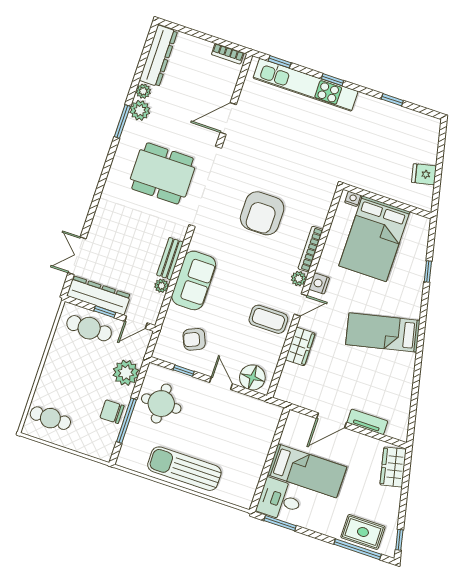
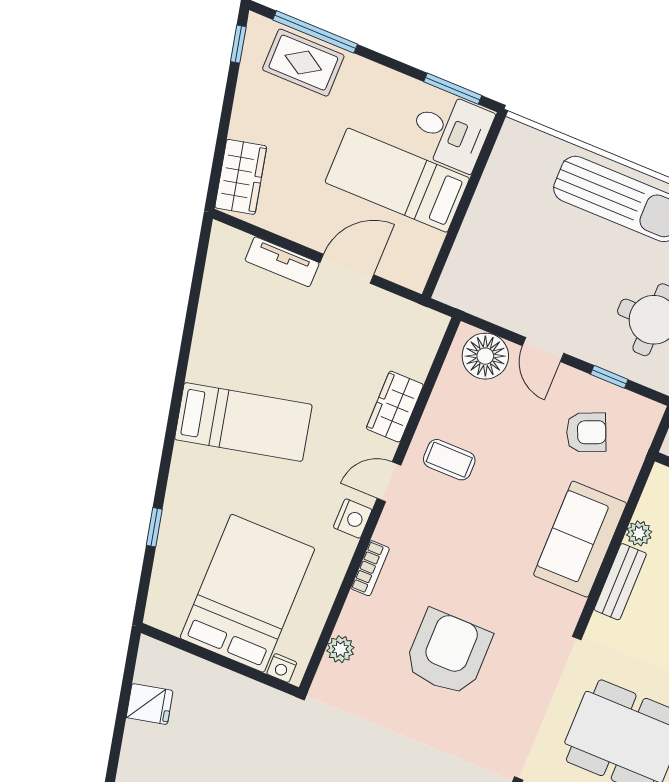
bookcase: (310, 249) -> (370, 568), width x0.64
plant: (299, 279) -> (340, 649), moved
coffee table: (268, 319) -> (449, 460), width x0.73, depth x0.77

